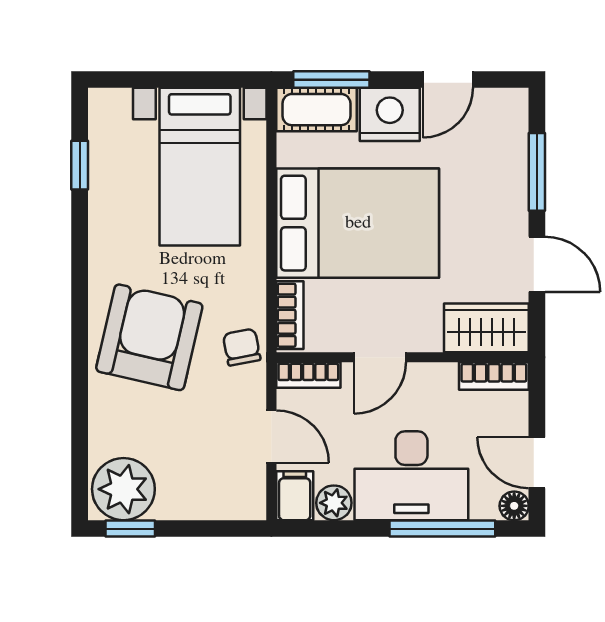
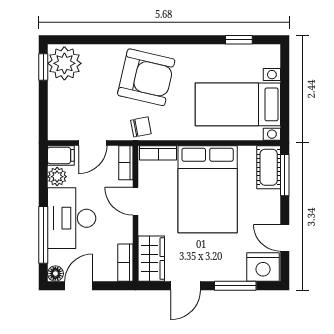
nightstand: (390, 114) -> (263, 267), moved, turned 90

